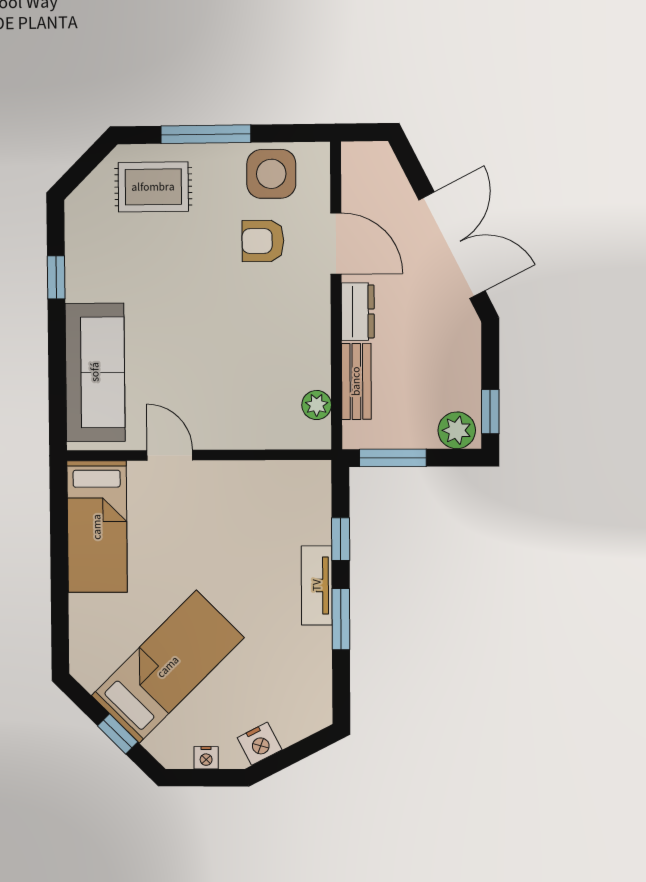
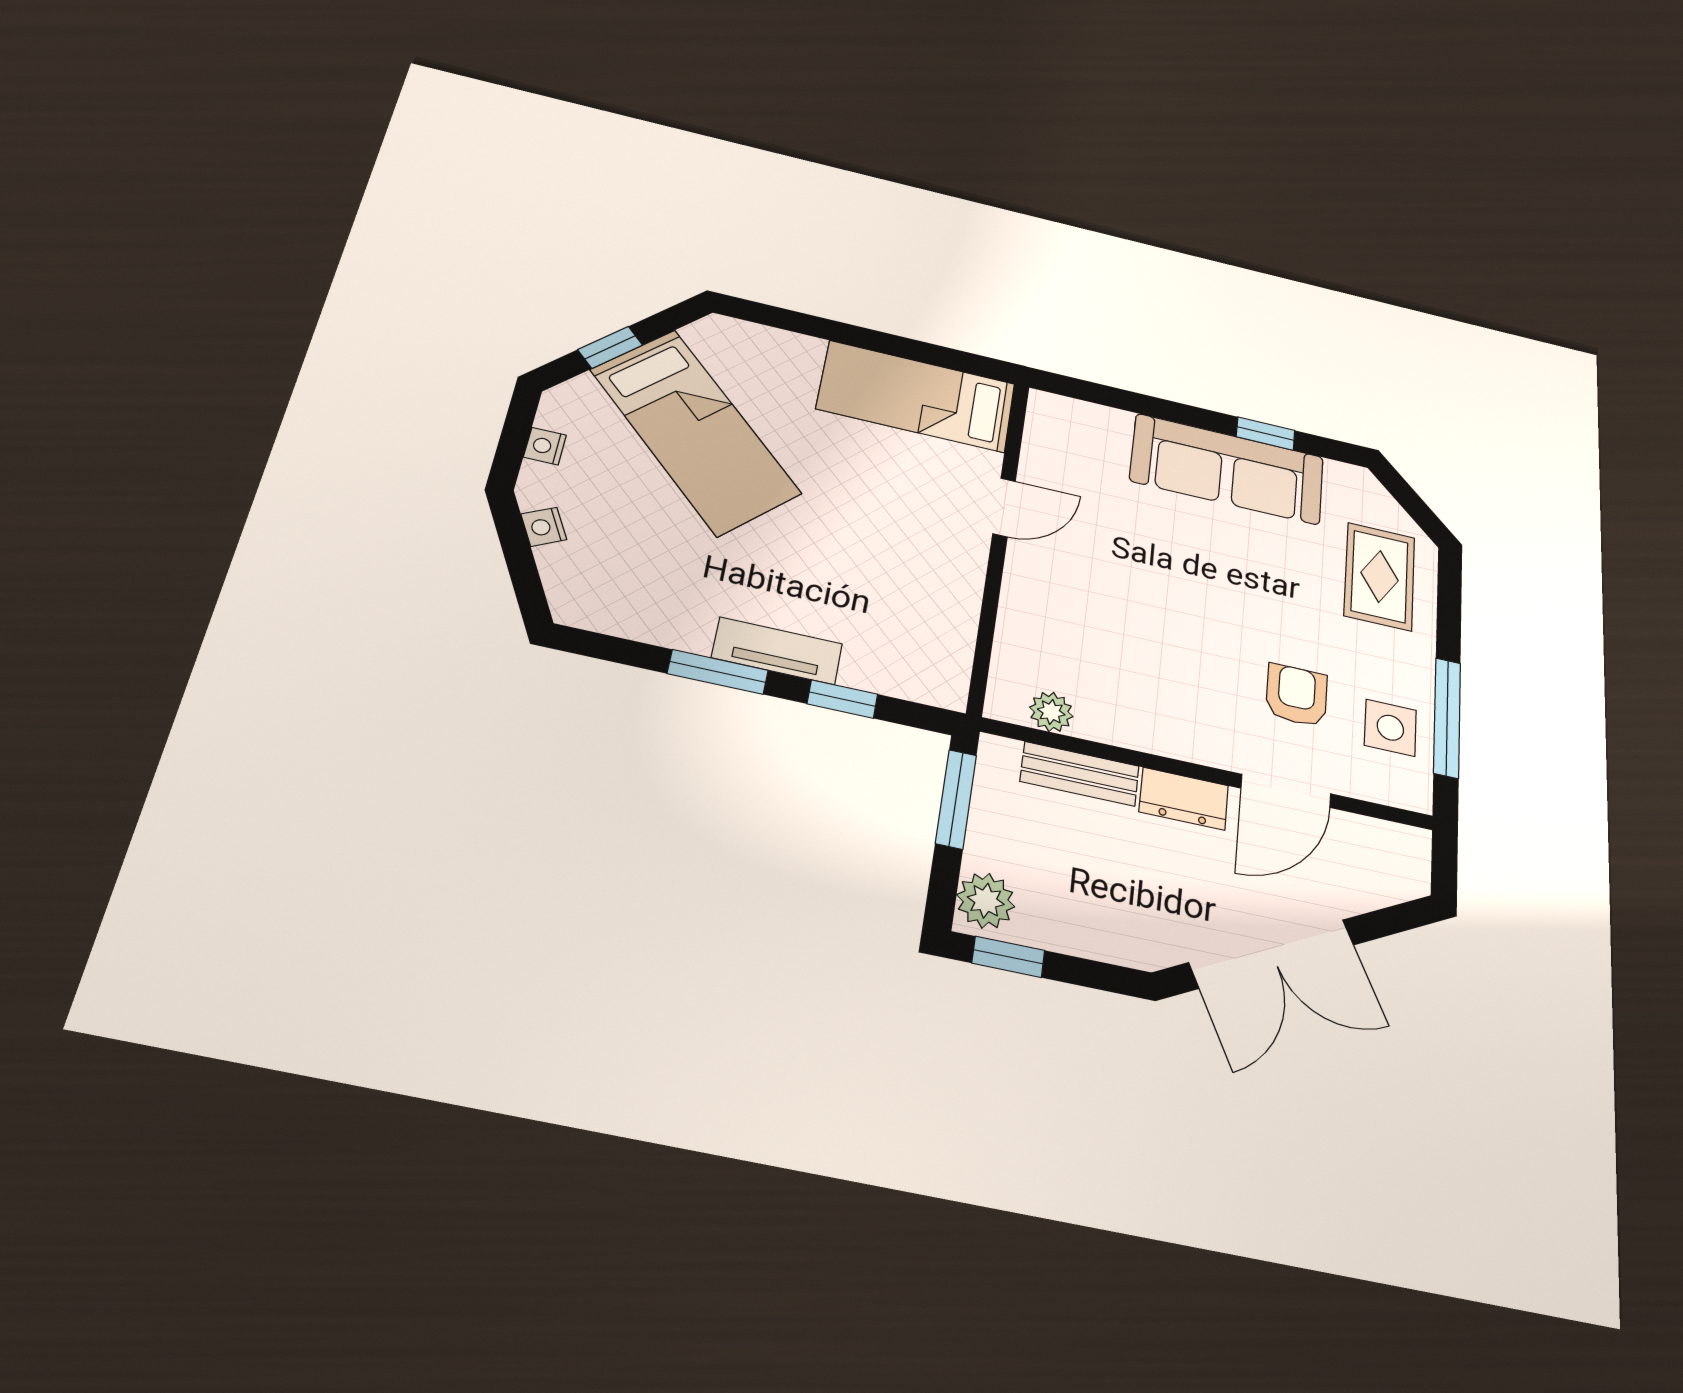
window: (206, 134) -> (1447, 718), moved
side table: (271, 174) -> (1390, 728), width x0.73, depth x0.73
sofa: (95, 372) -> (1227, 469), moved
nightstand: (260, 744) -> (544, 527), width x0.72, depth x0.74

